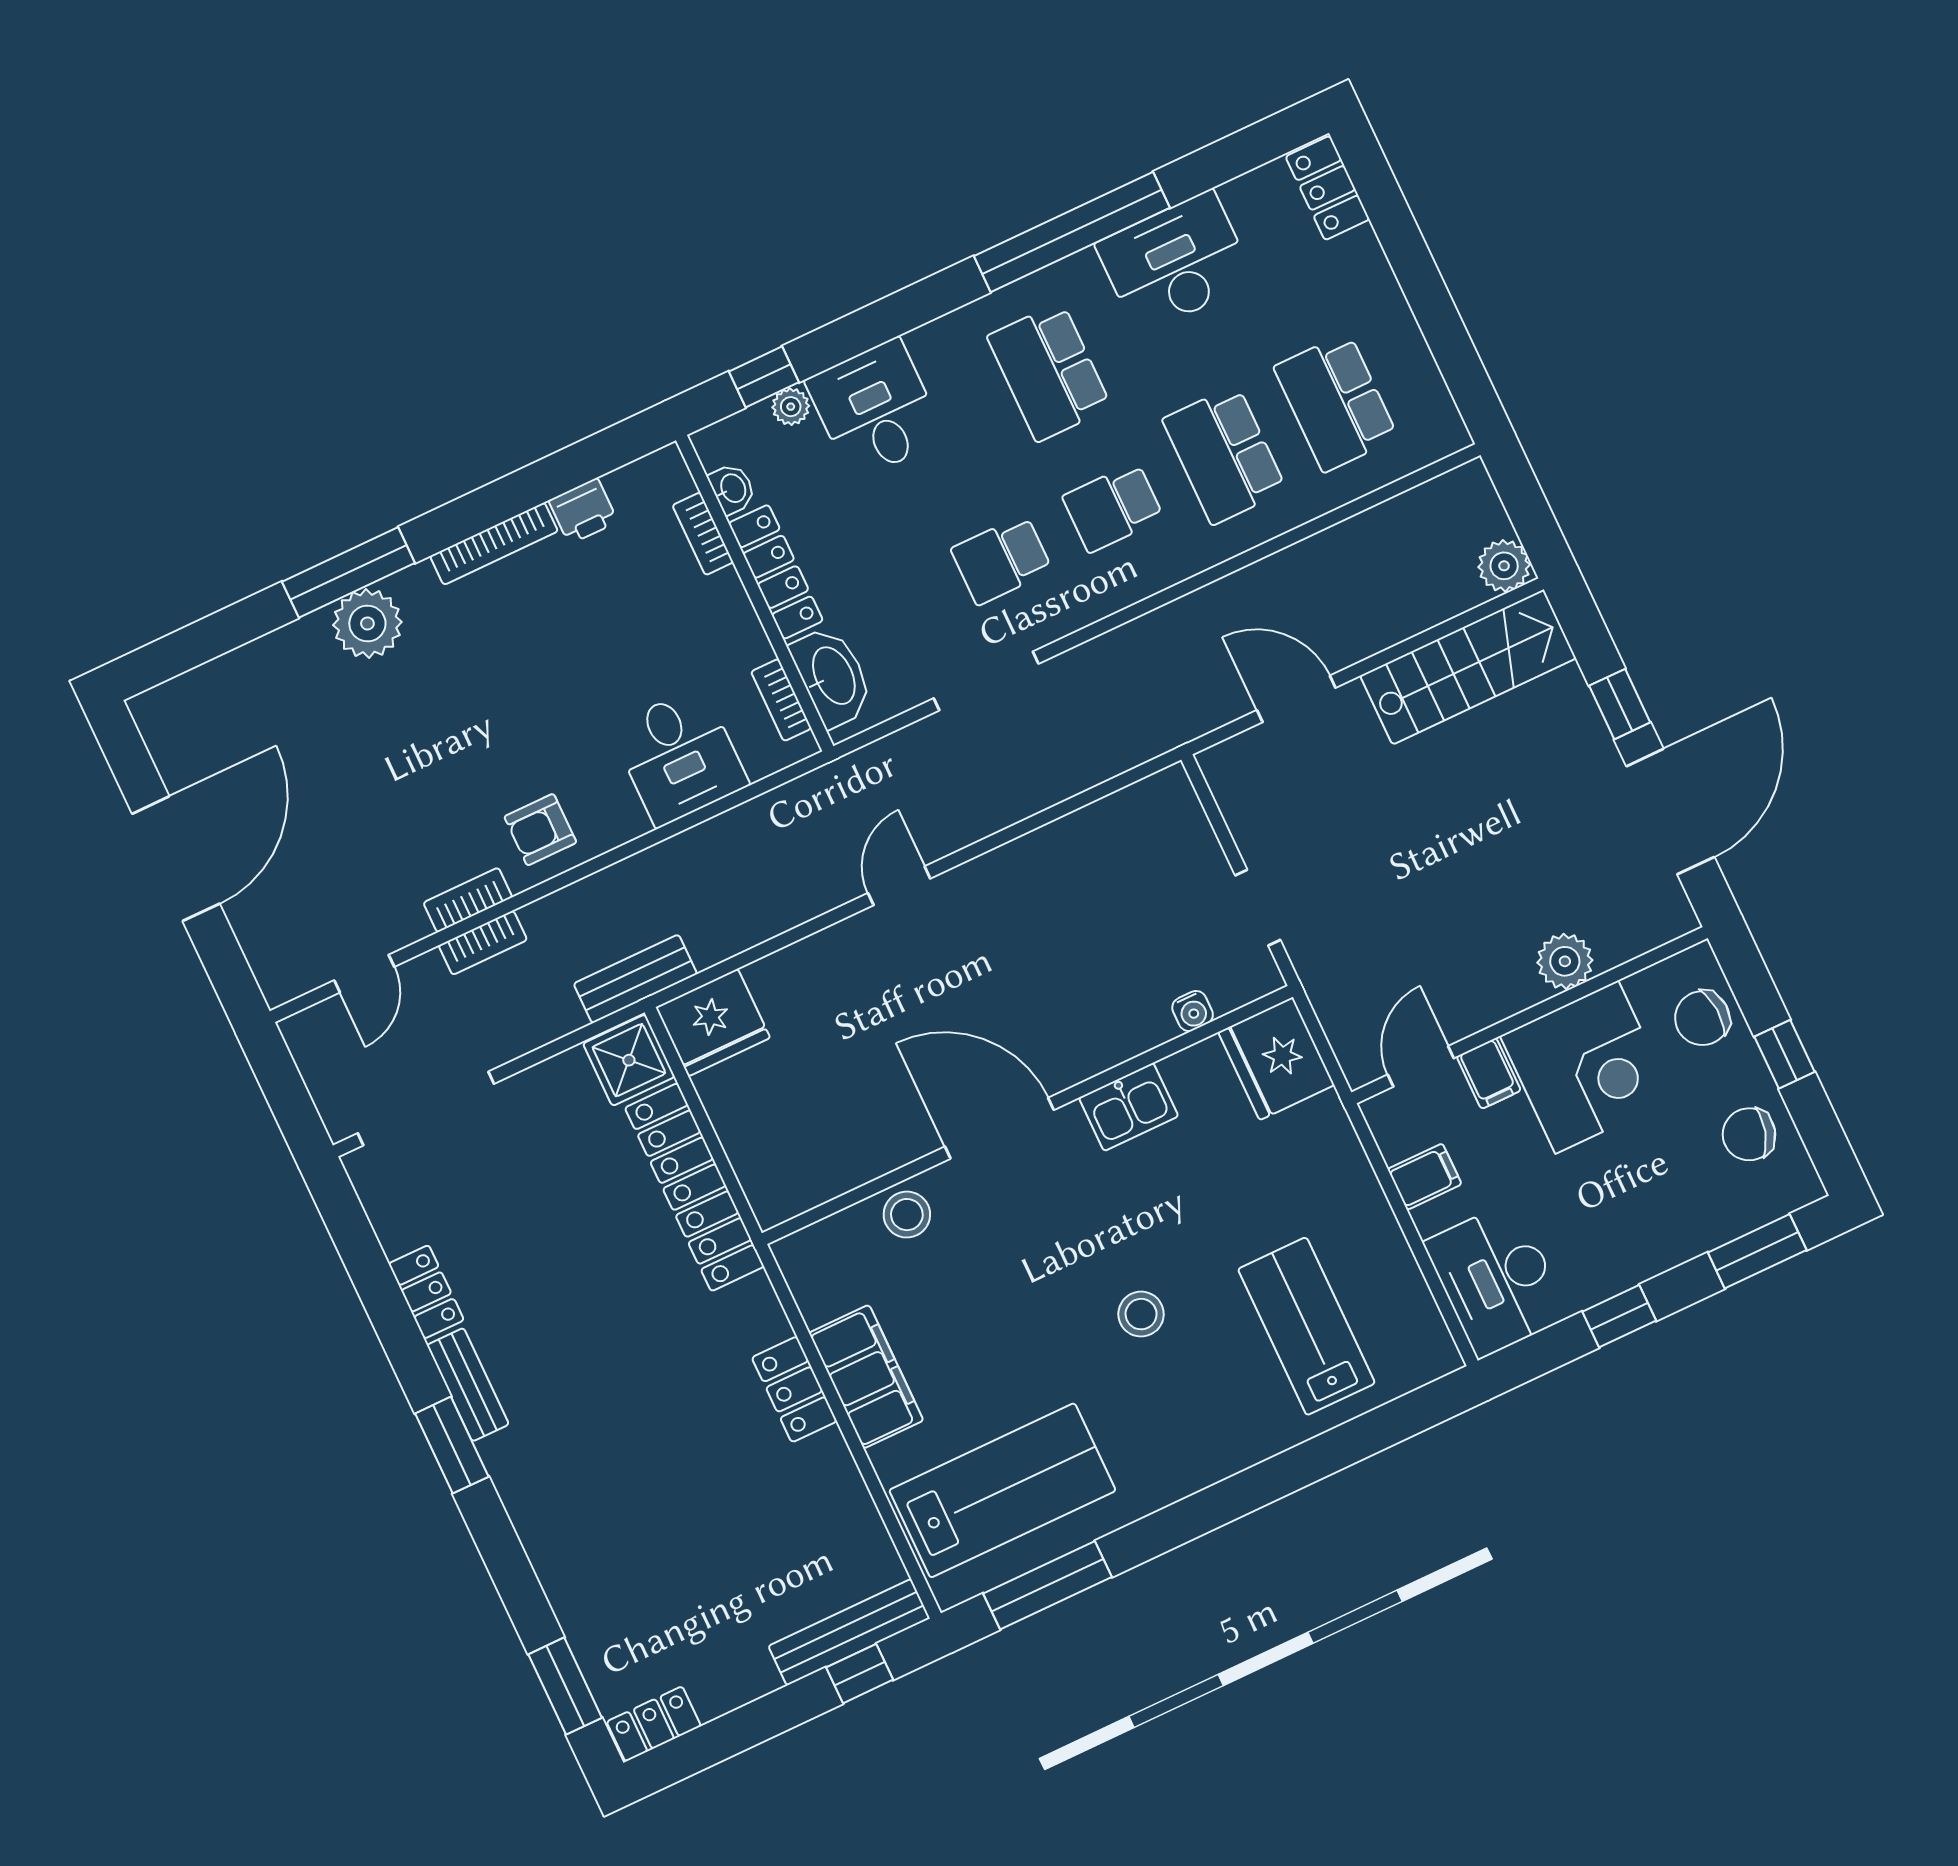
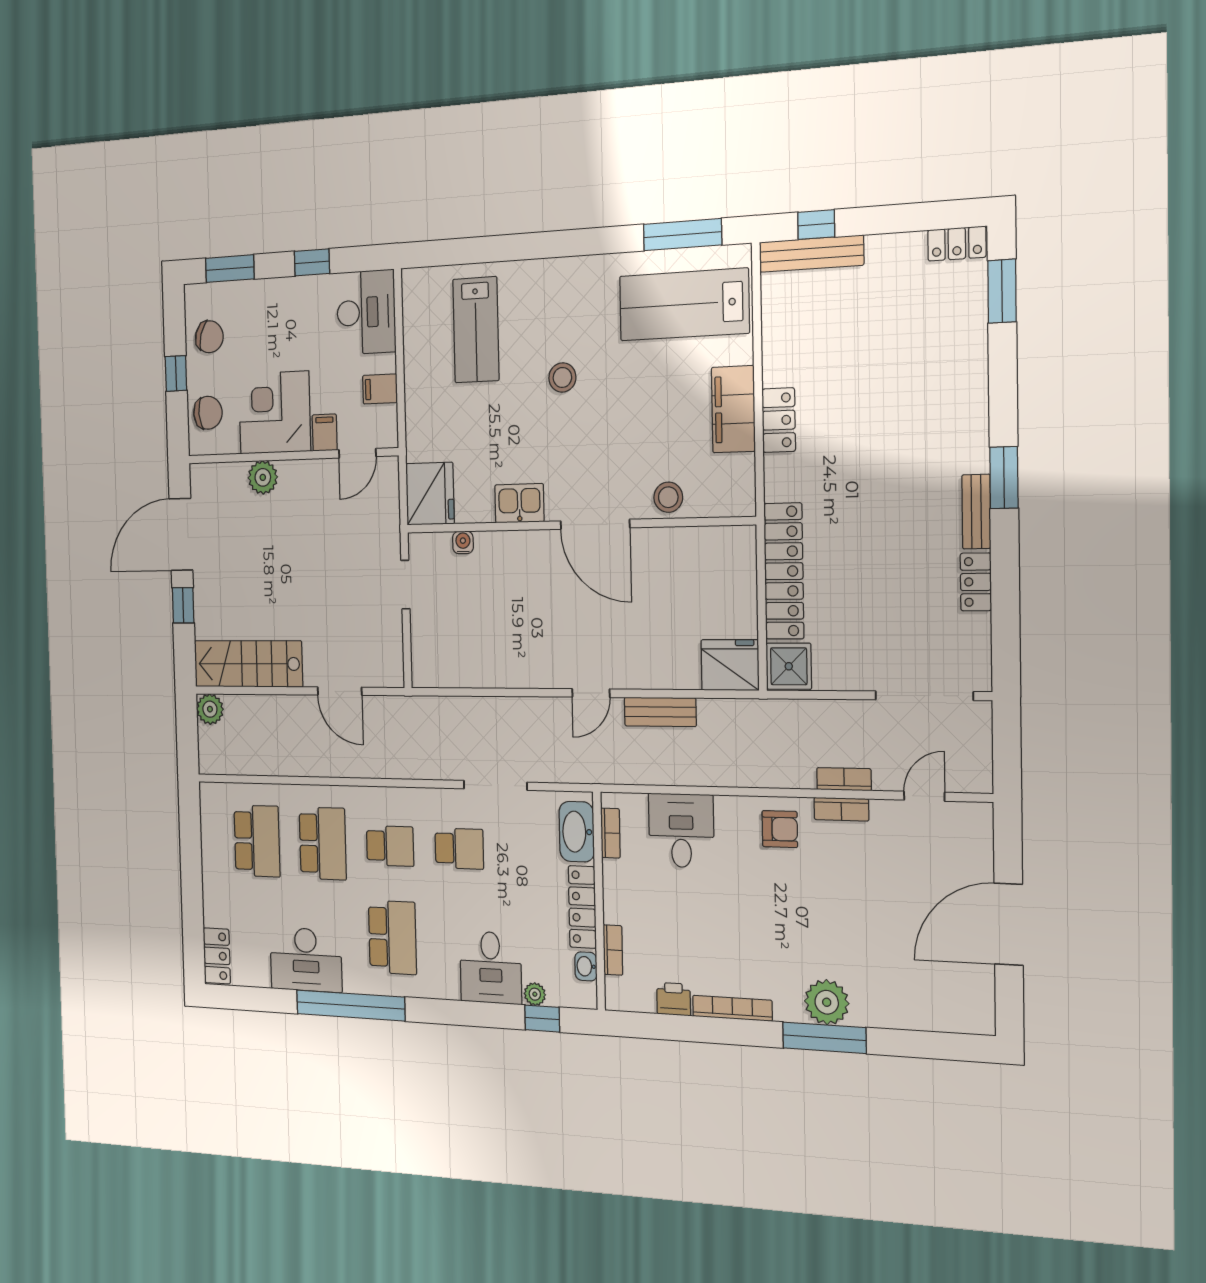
bench: (635, 979) -> (660, 712), moved

